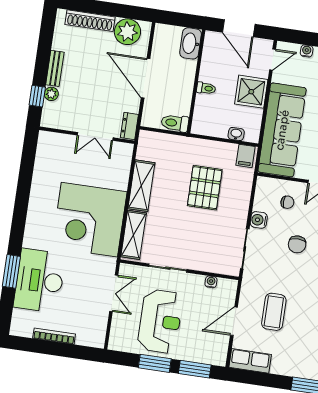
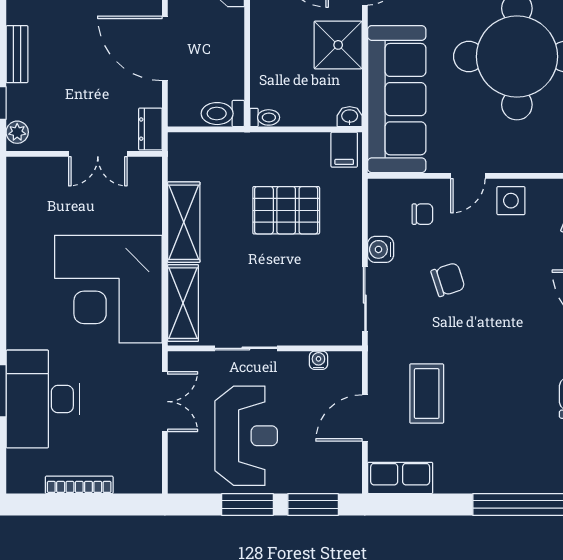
toilet: (206, 88) -> (265, 117), moved
plant: (51, 94) -> (17, 132), moved
washbasin: (236, 134) -> (350, 117), moved
pallet: (205, 188) -> (286, 210), turned 90
chair: (297, 244) -> (448, 280), turned -108

